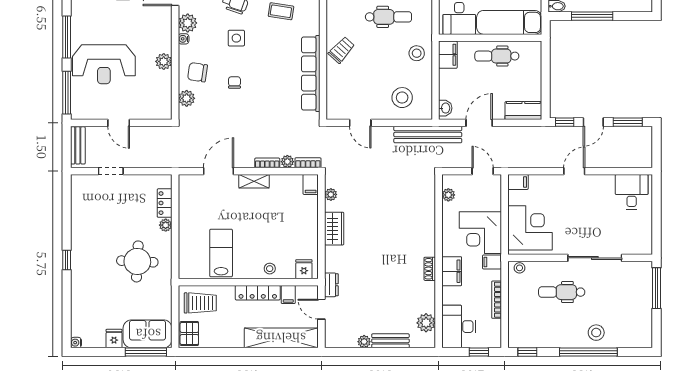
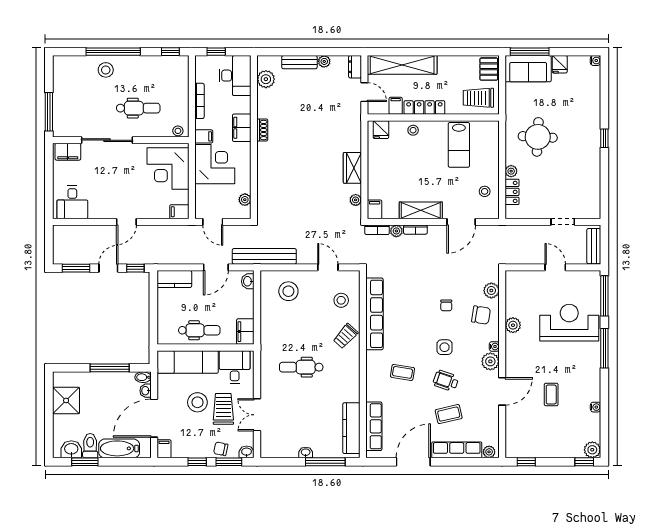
stool: (417, 53) -> (341, 300), moved
shelving: (254, 181) -> (421, 210), width x1.50, depth x1.33
stool: (194, 204) -> (485, 191), added
filing cabinet: (636, 246) -> (68, 152), added
dresser: (331, 285) -> (355, 67), moved

